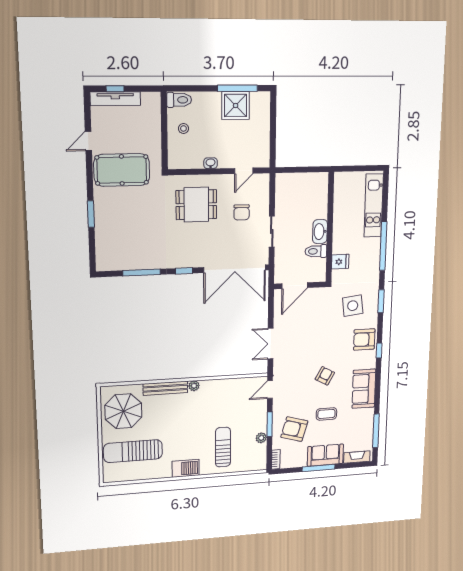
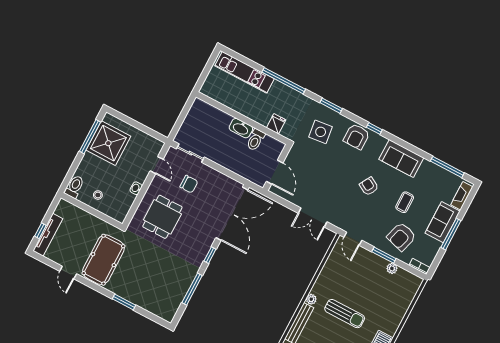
shower: (236, 105) -> (108, 143), width x1.37, depth x1.37
sliding door: (272, 232) -> (190, 153), moved
sun lounger: (223, 447) -> (345, 314), moved, turned 180

